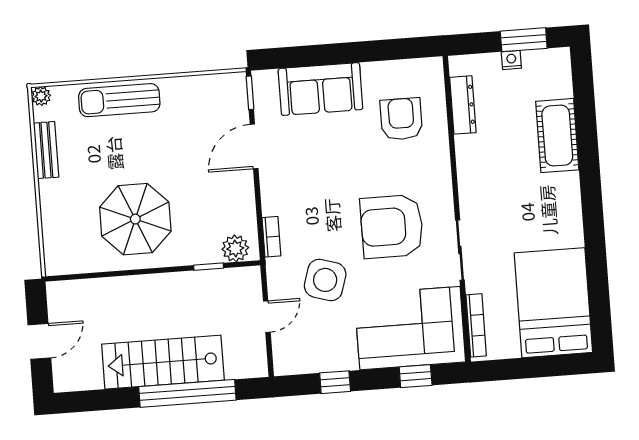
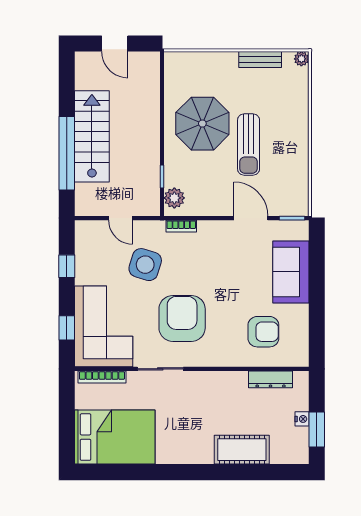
sun lounger: (119, 100) -> (249, 144), moved, turned 180

